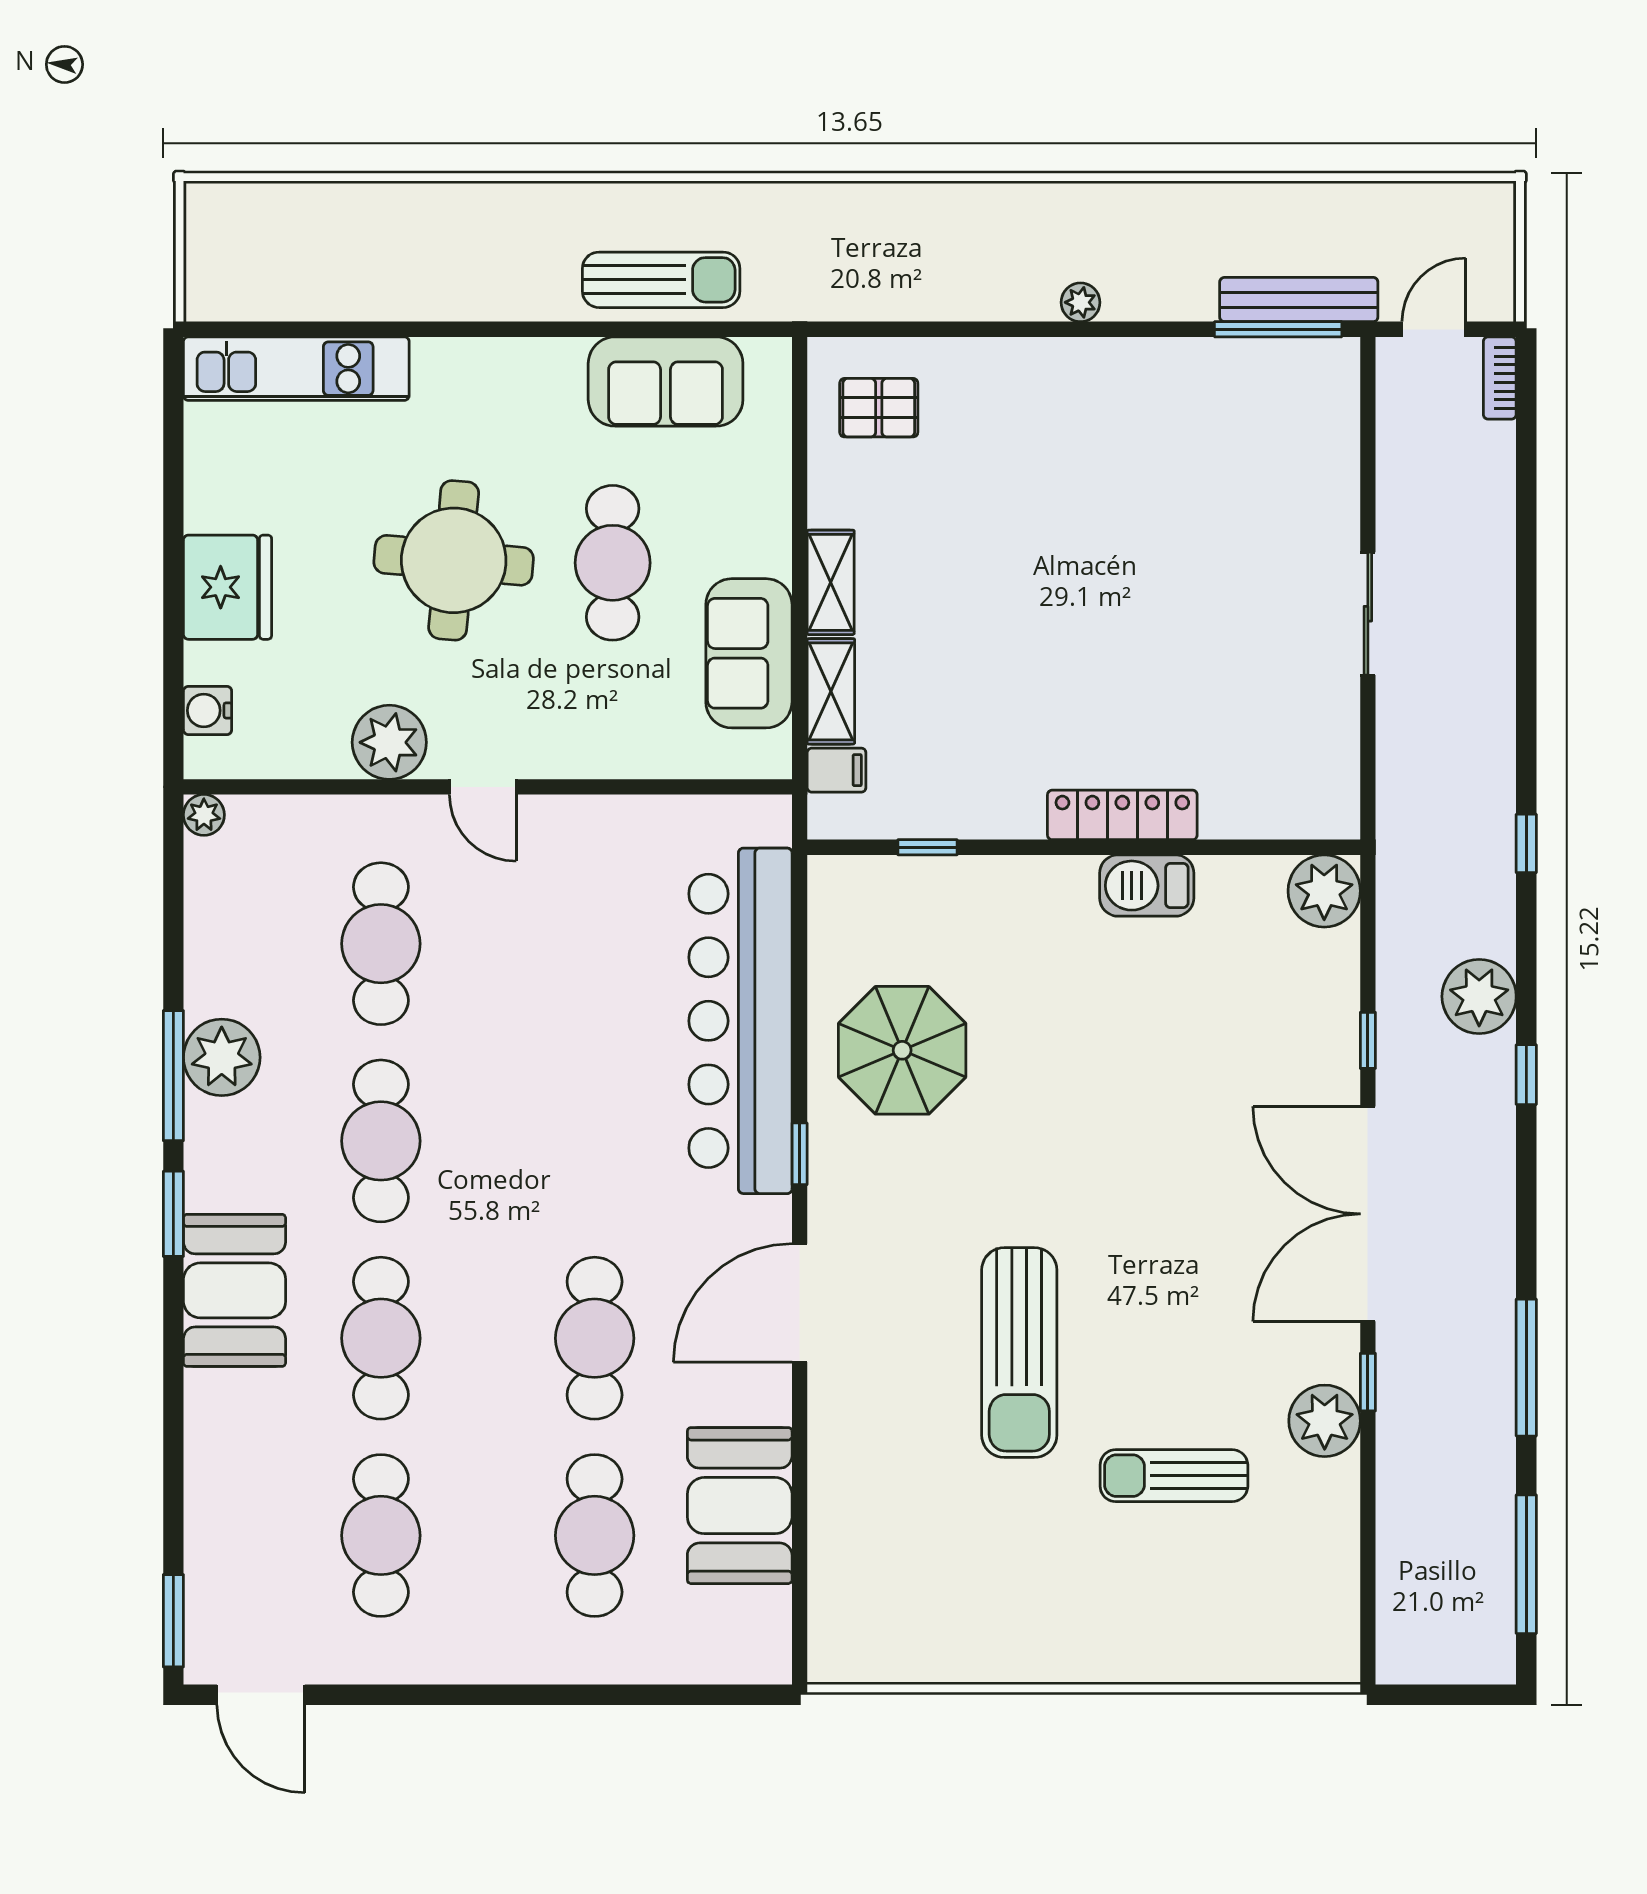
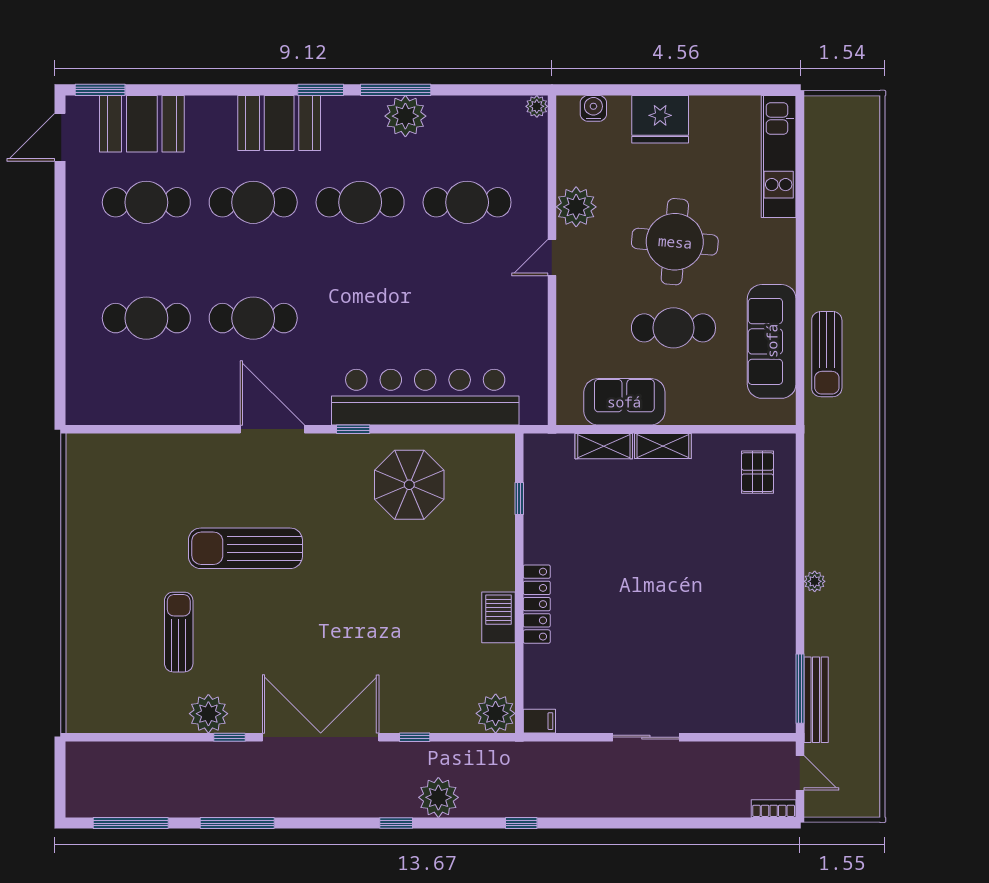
sofa: (666, 382) -> (772, 341), width x1.36
filing cabinet: (837, 770) -> (539, 721), moved, turned -90
booth: (740, 1506) -> (142, 124), moved

